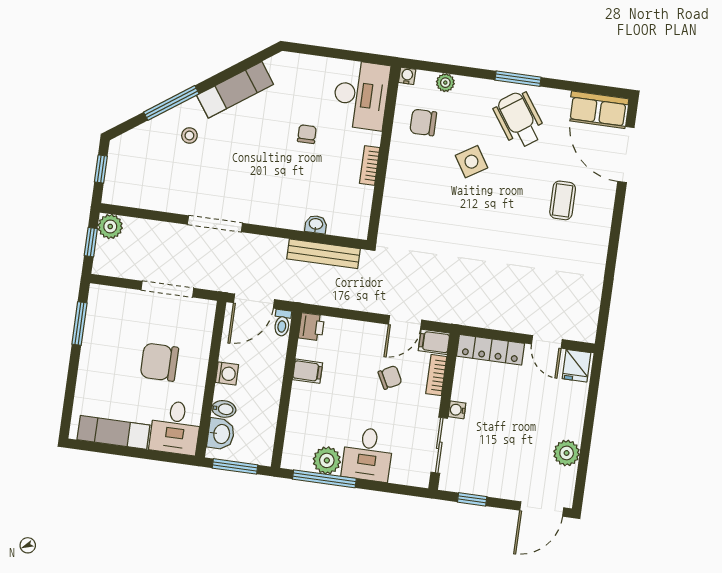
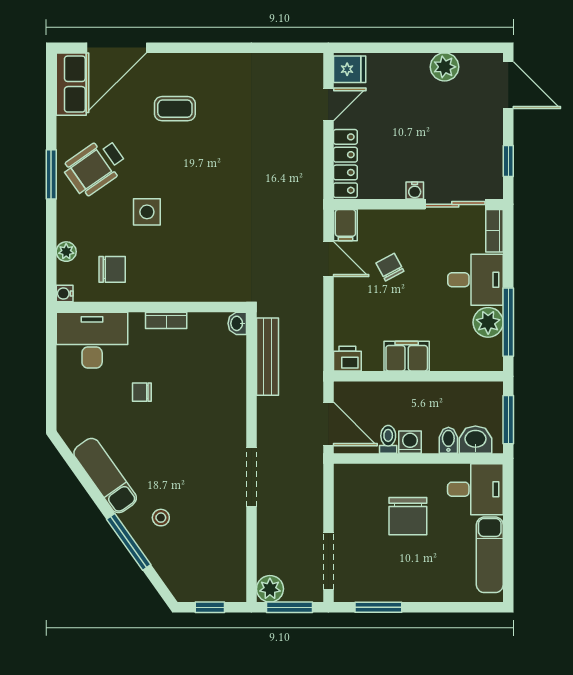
chair: (423, 122) -> (112, 269), turned -90
side table: (471, 162) -> (147, 212), turned 32
washbasin: (316, 224) -> (237, 323), moved
window: (91, 242) -> (290, 607), width x1.50
doorway: (167, 289) -> (328, 561), moved
toilet: (282, 323) -> (388, 439), moved, turned -90
filing cabinet: (308, 371) -> (407, 356), width x2.00
bookcase: (436, 375) -> (495, 231), moved, turned 90

